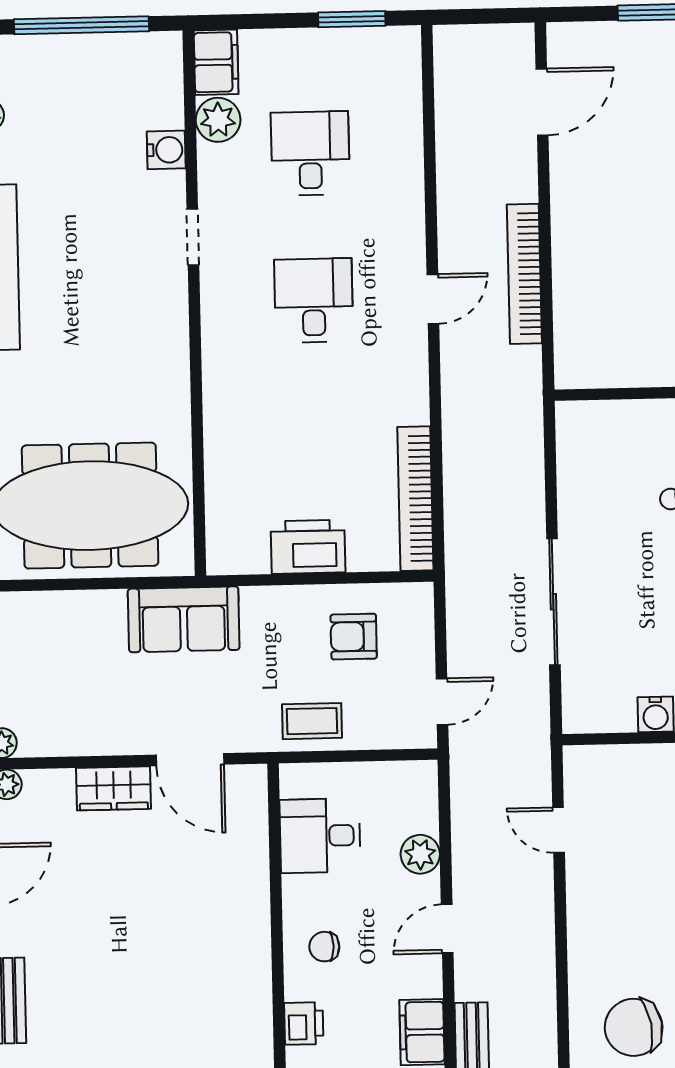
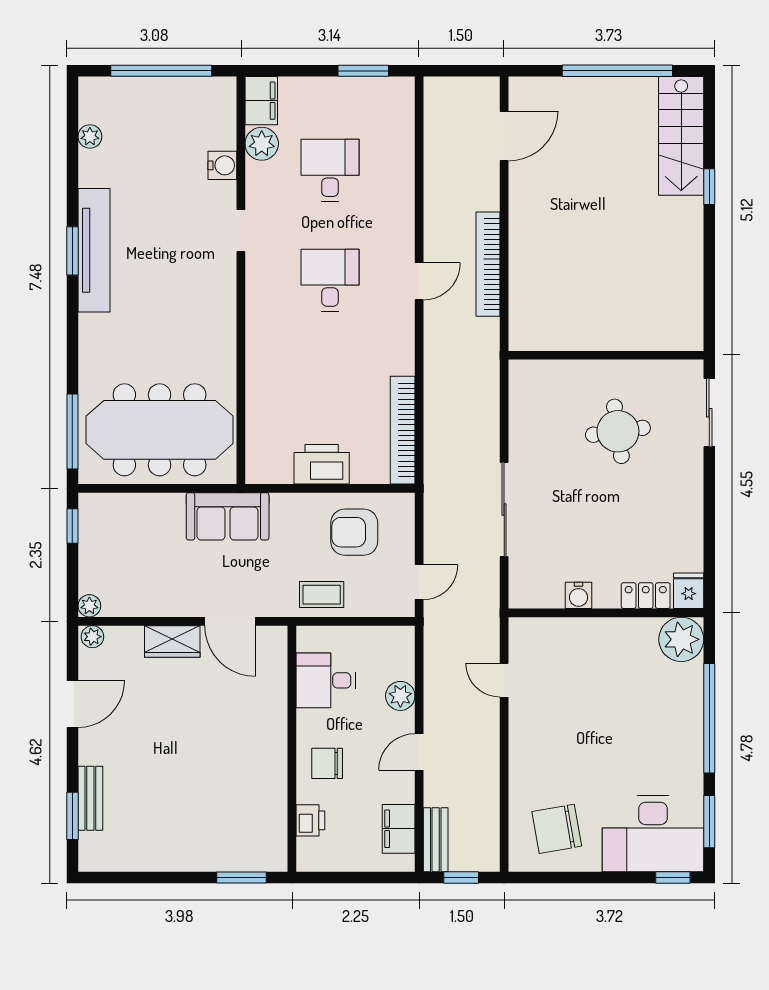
armchair: (354, 637) -> (354, 532), width x1.38, depth x1.38
chair: (324, 947) -> (327, 763), width x1.37, depth x1.37

